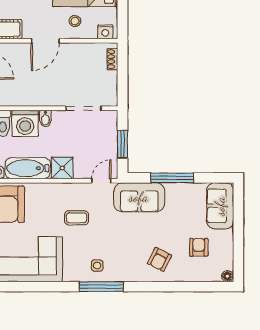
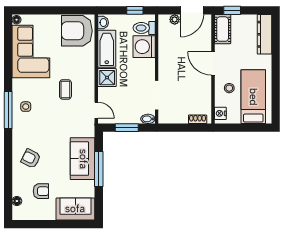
bidet: (45, 119) -> (148, 119), moved
sofa: (139, 197) -> (83, 159), moved
floor lamp: (227, 276) -> (17, 201), moved

